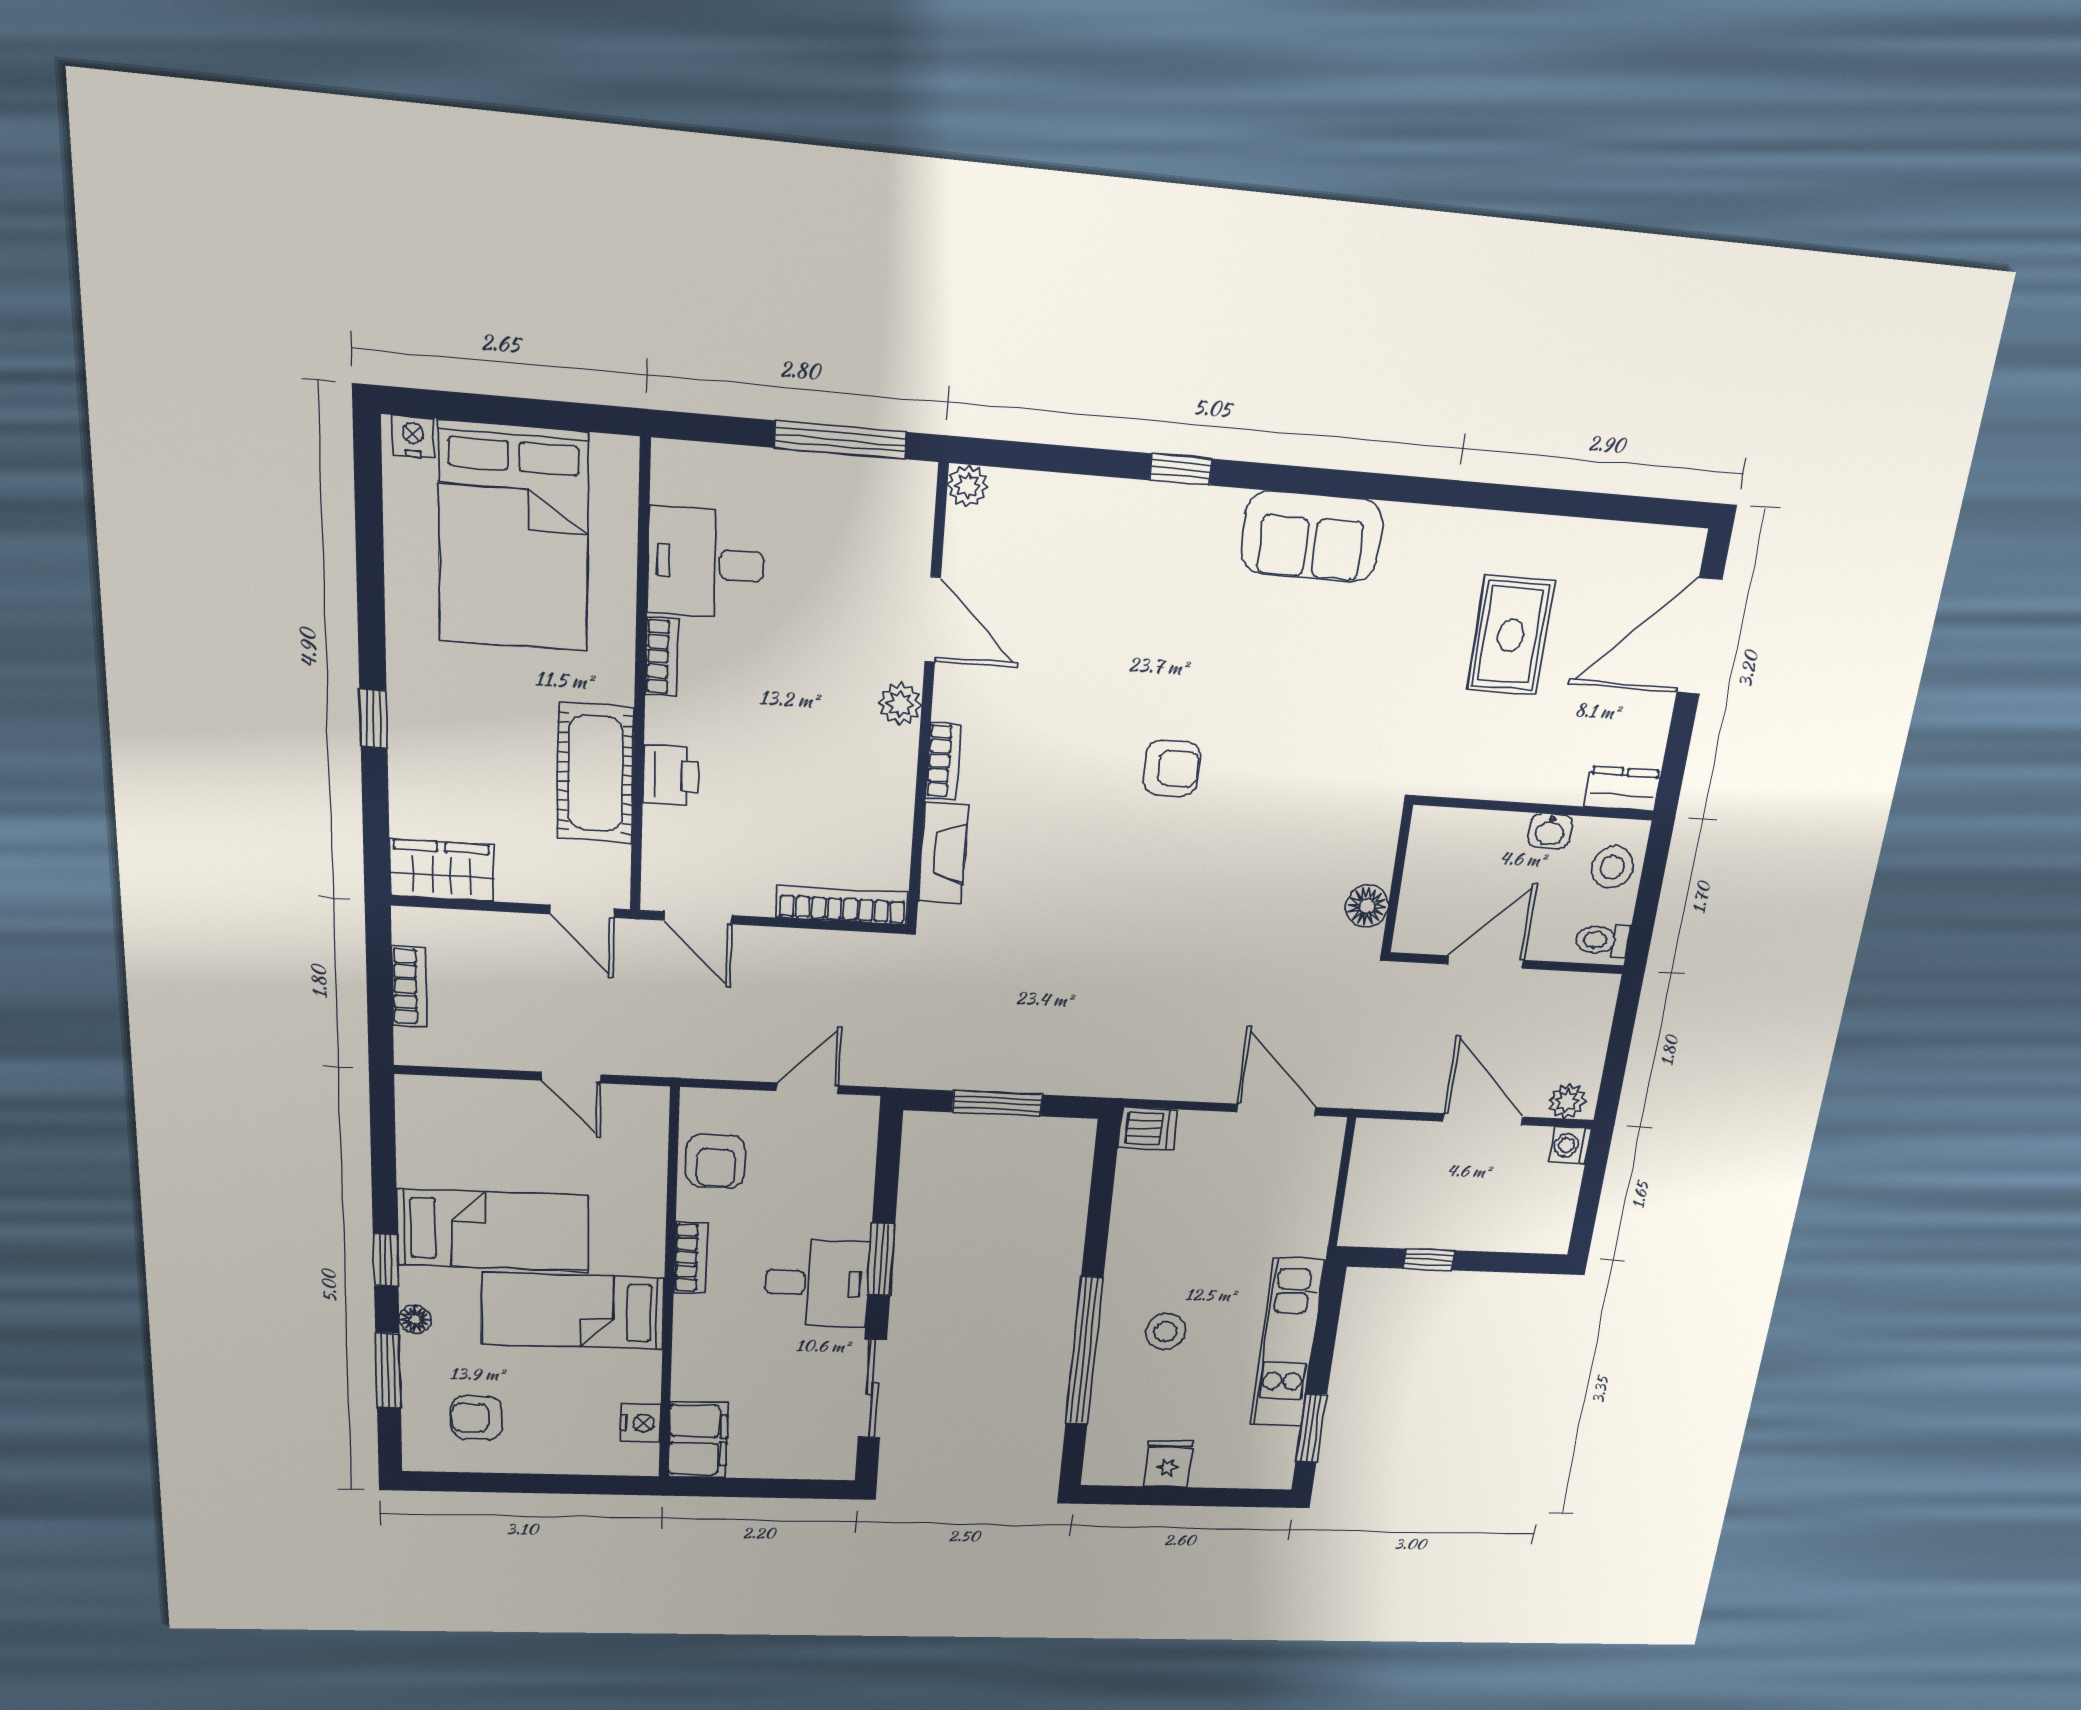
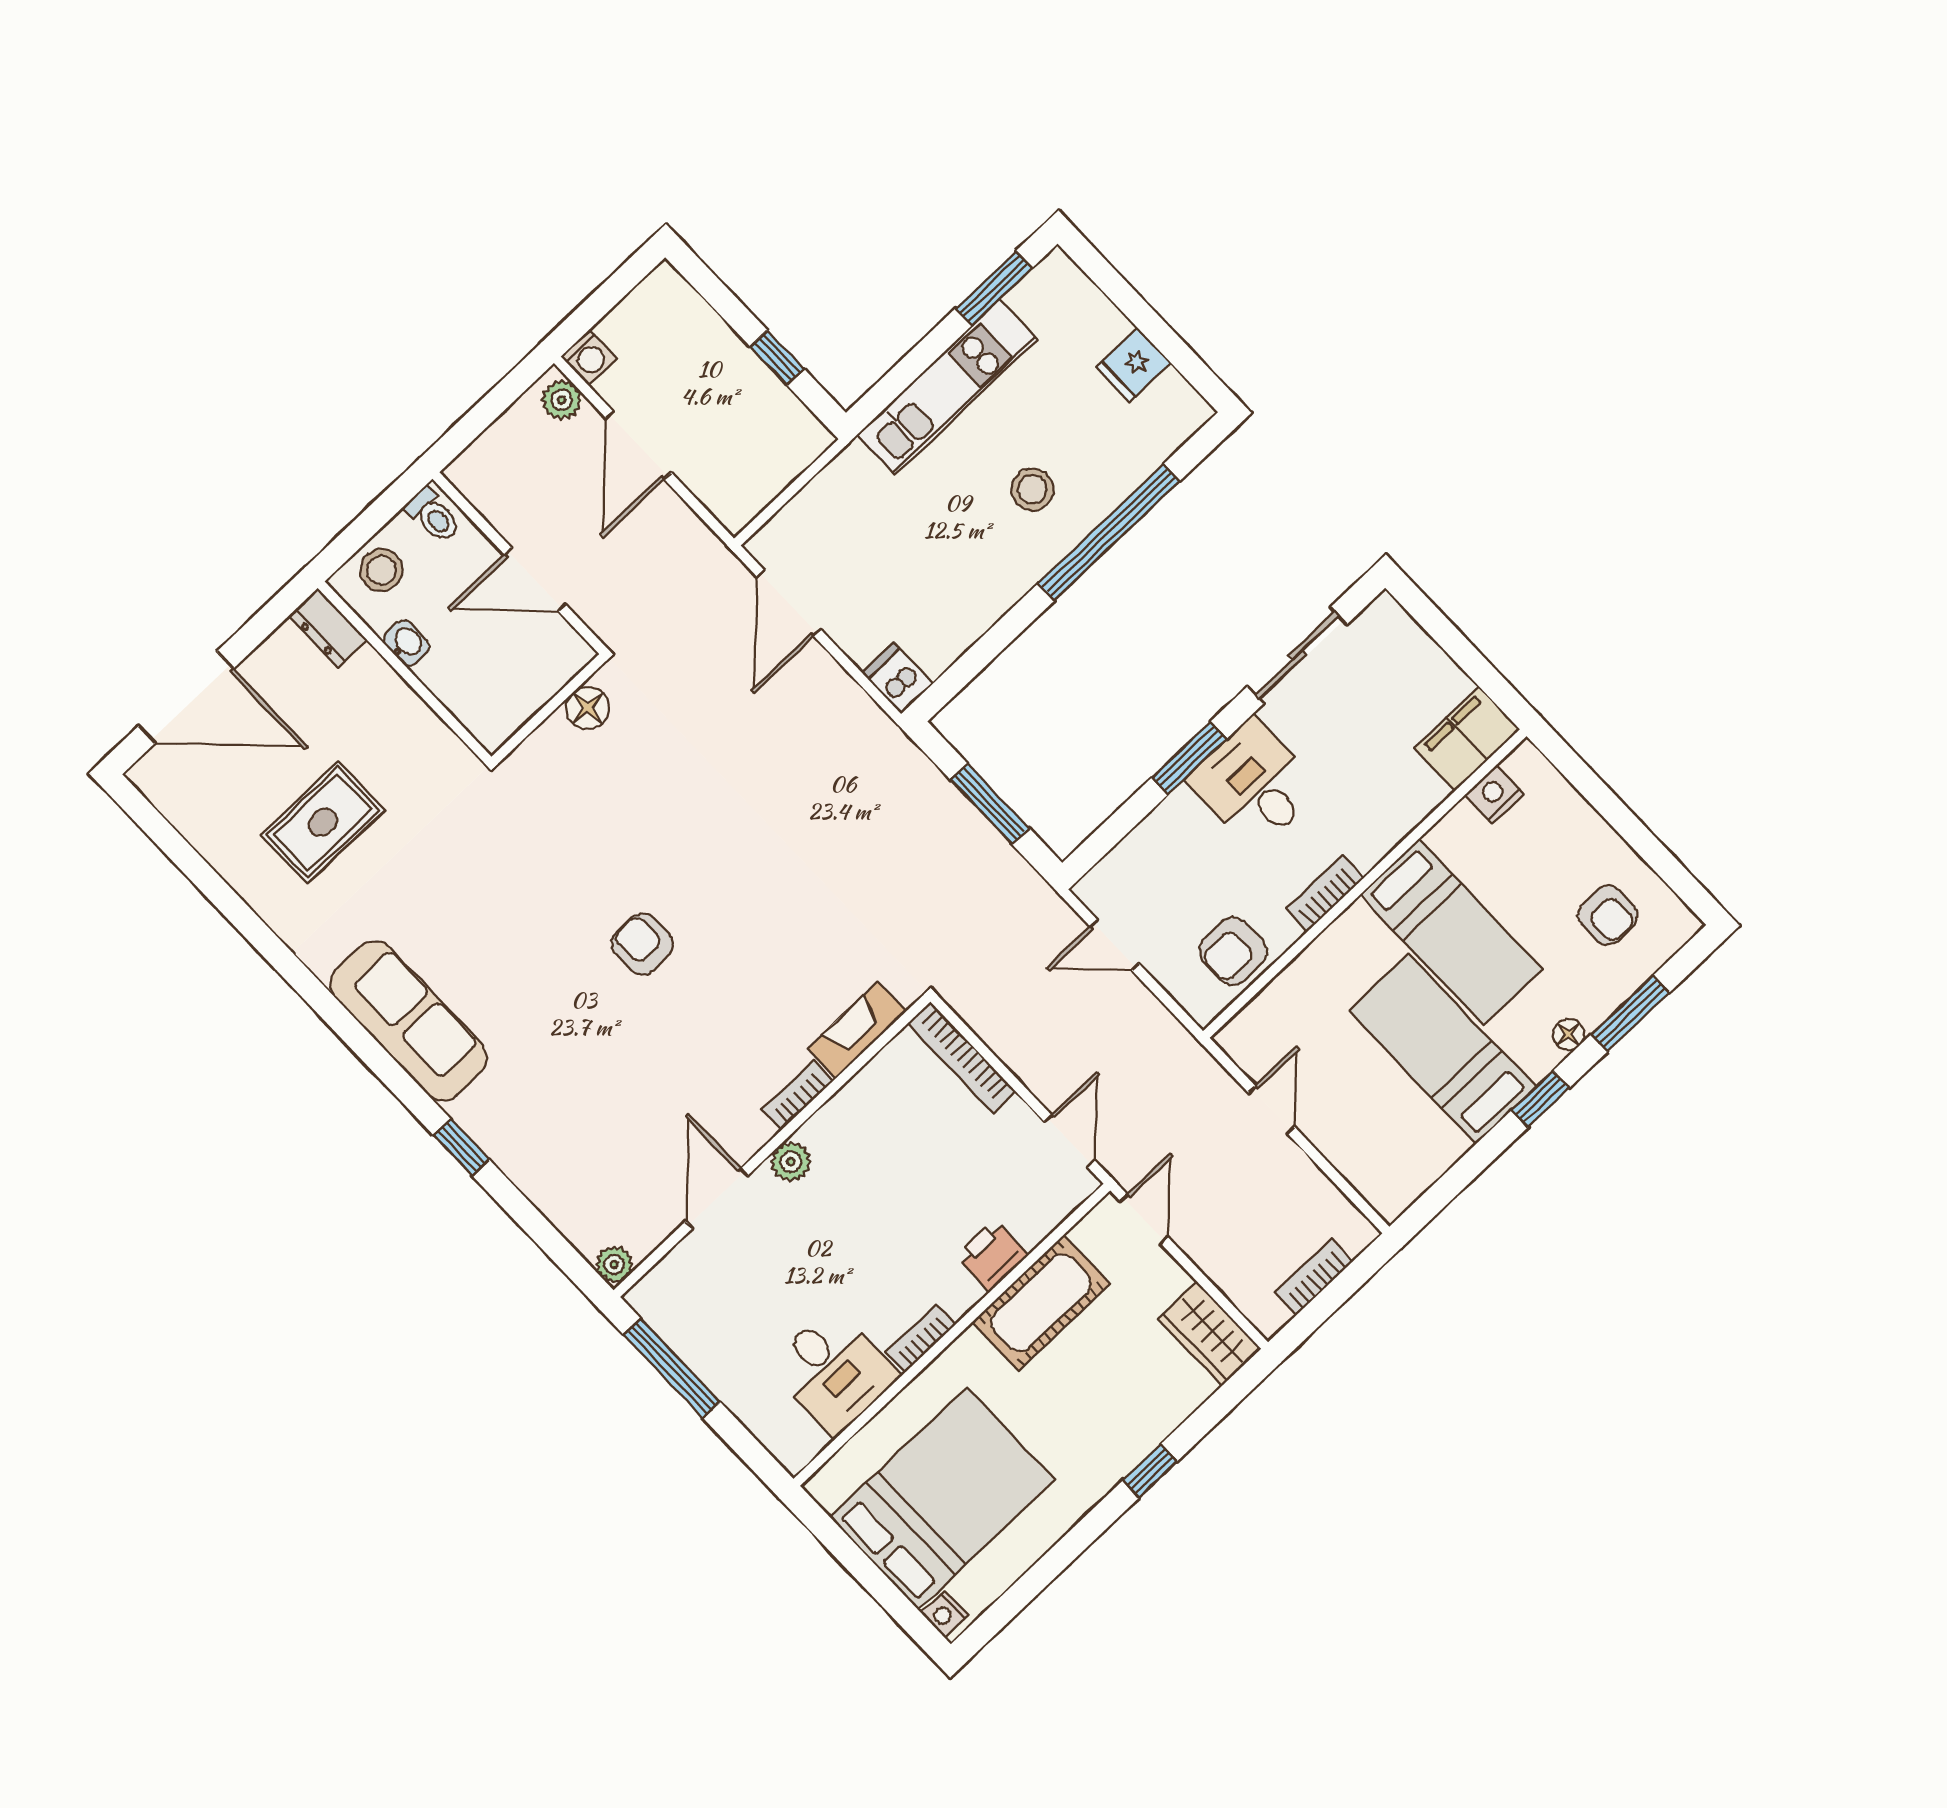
sofa: (1312, 537) -> (408, 1021), width x1.36
armchair: (716, 1161) -> (1233, 951), turned 180

